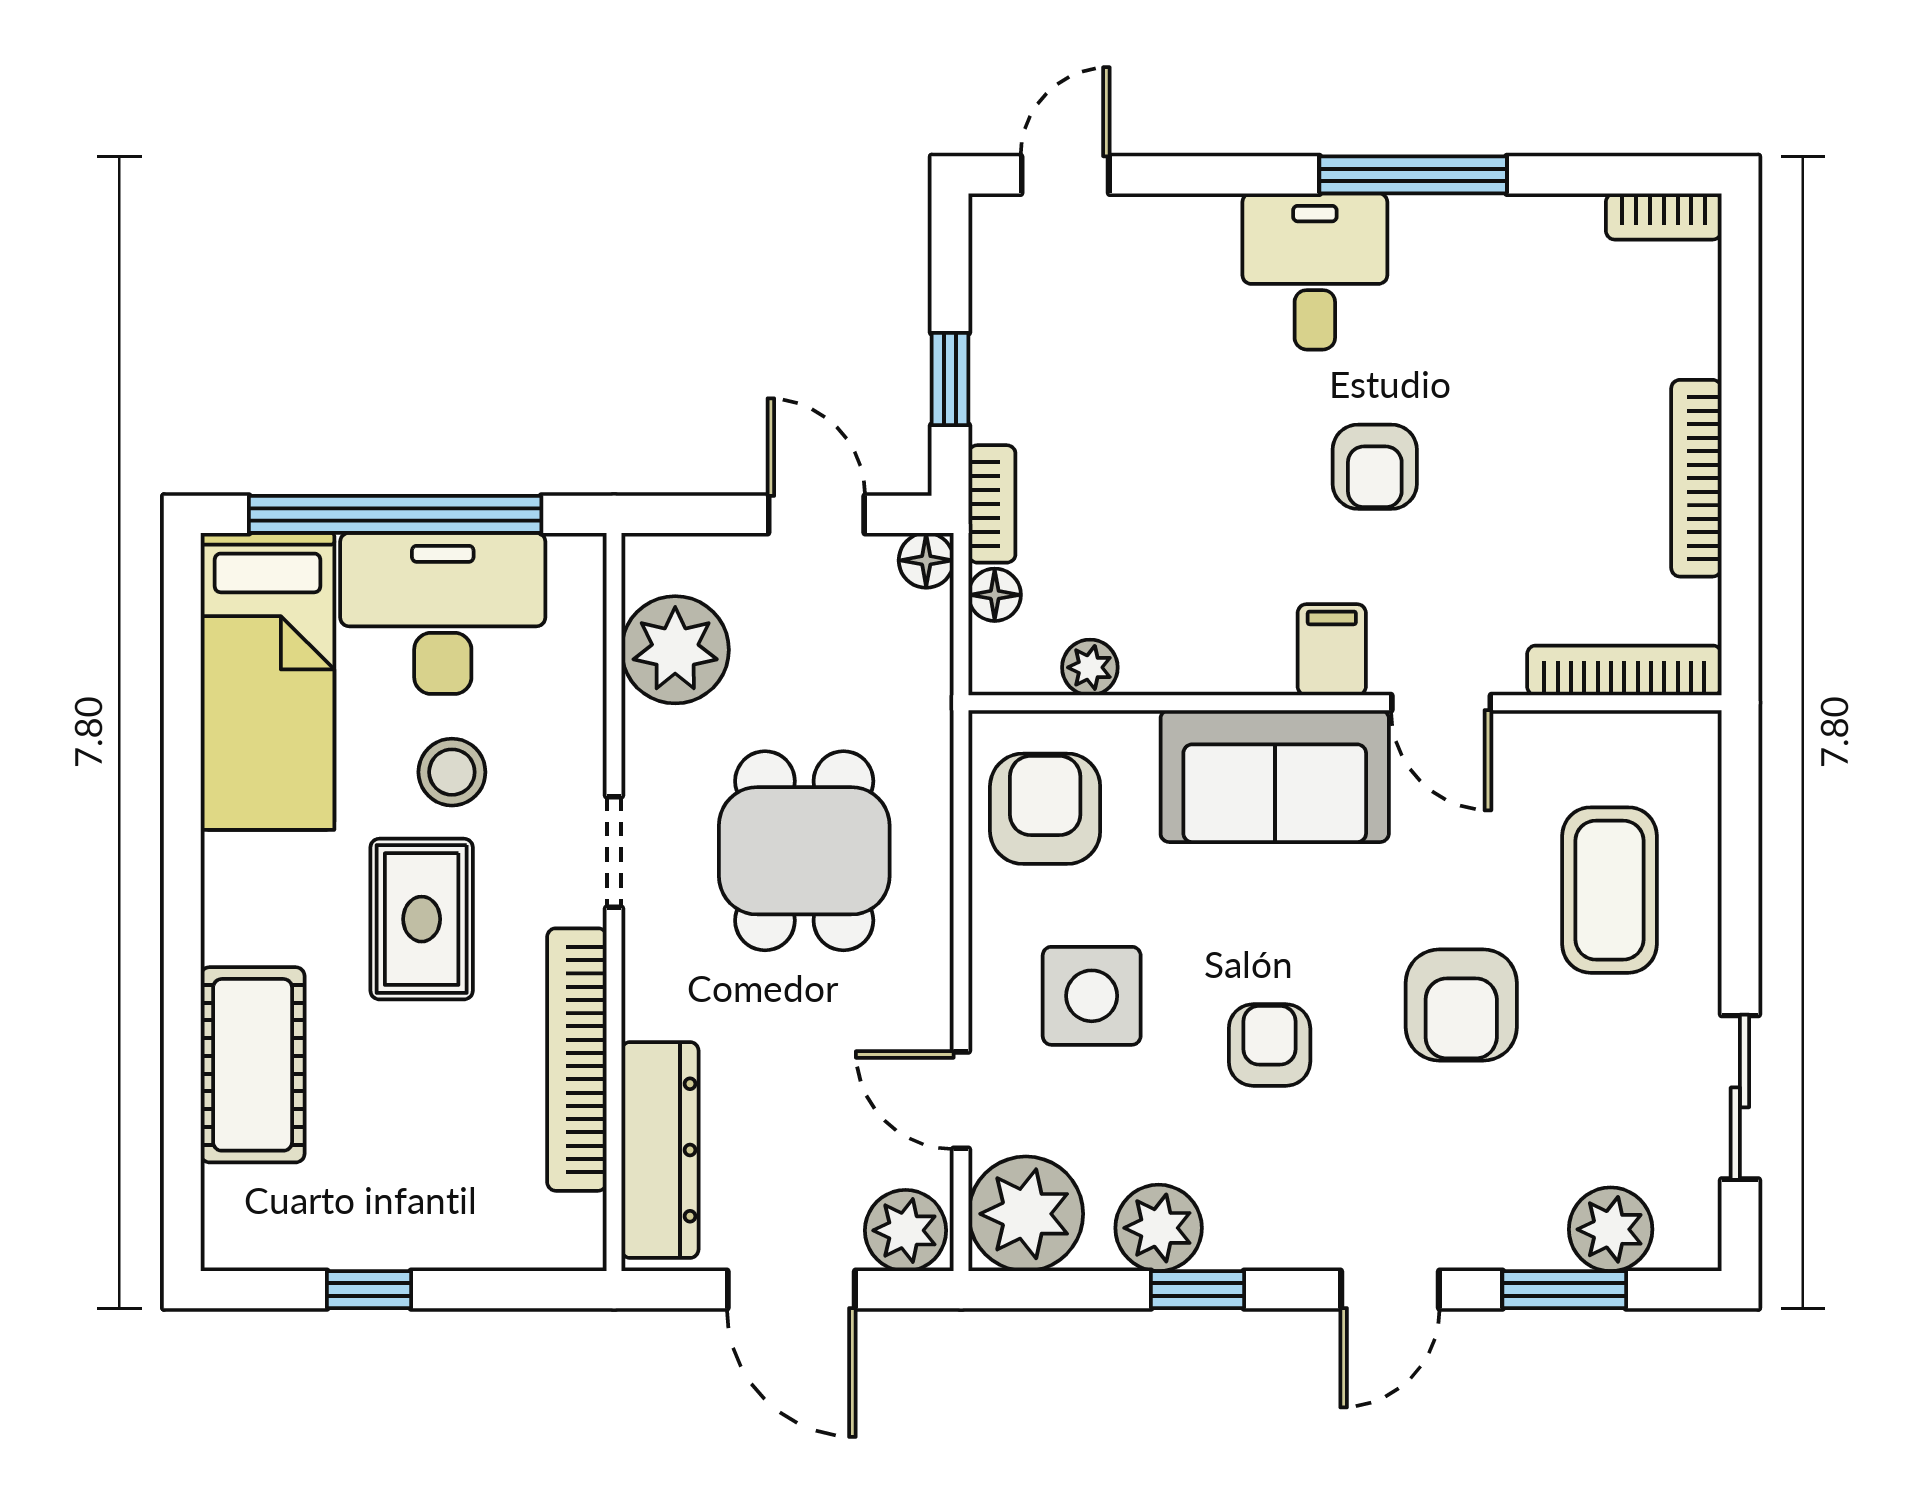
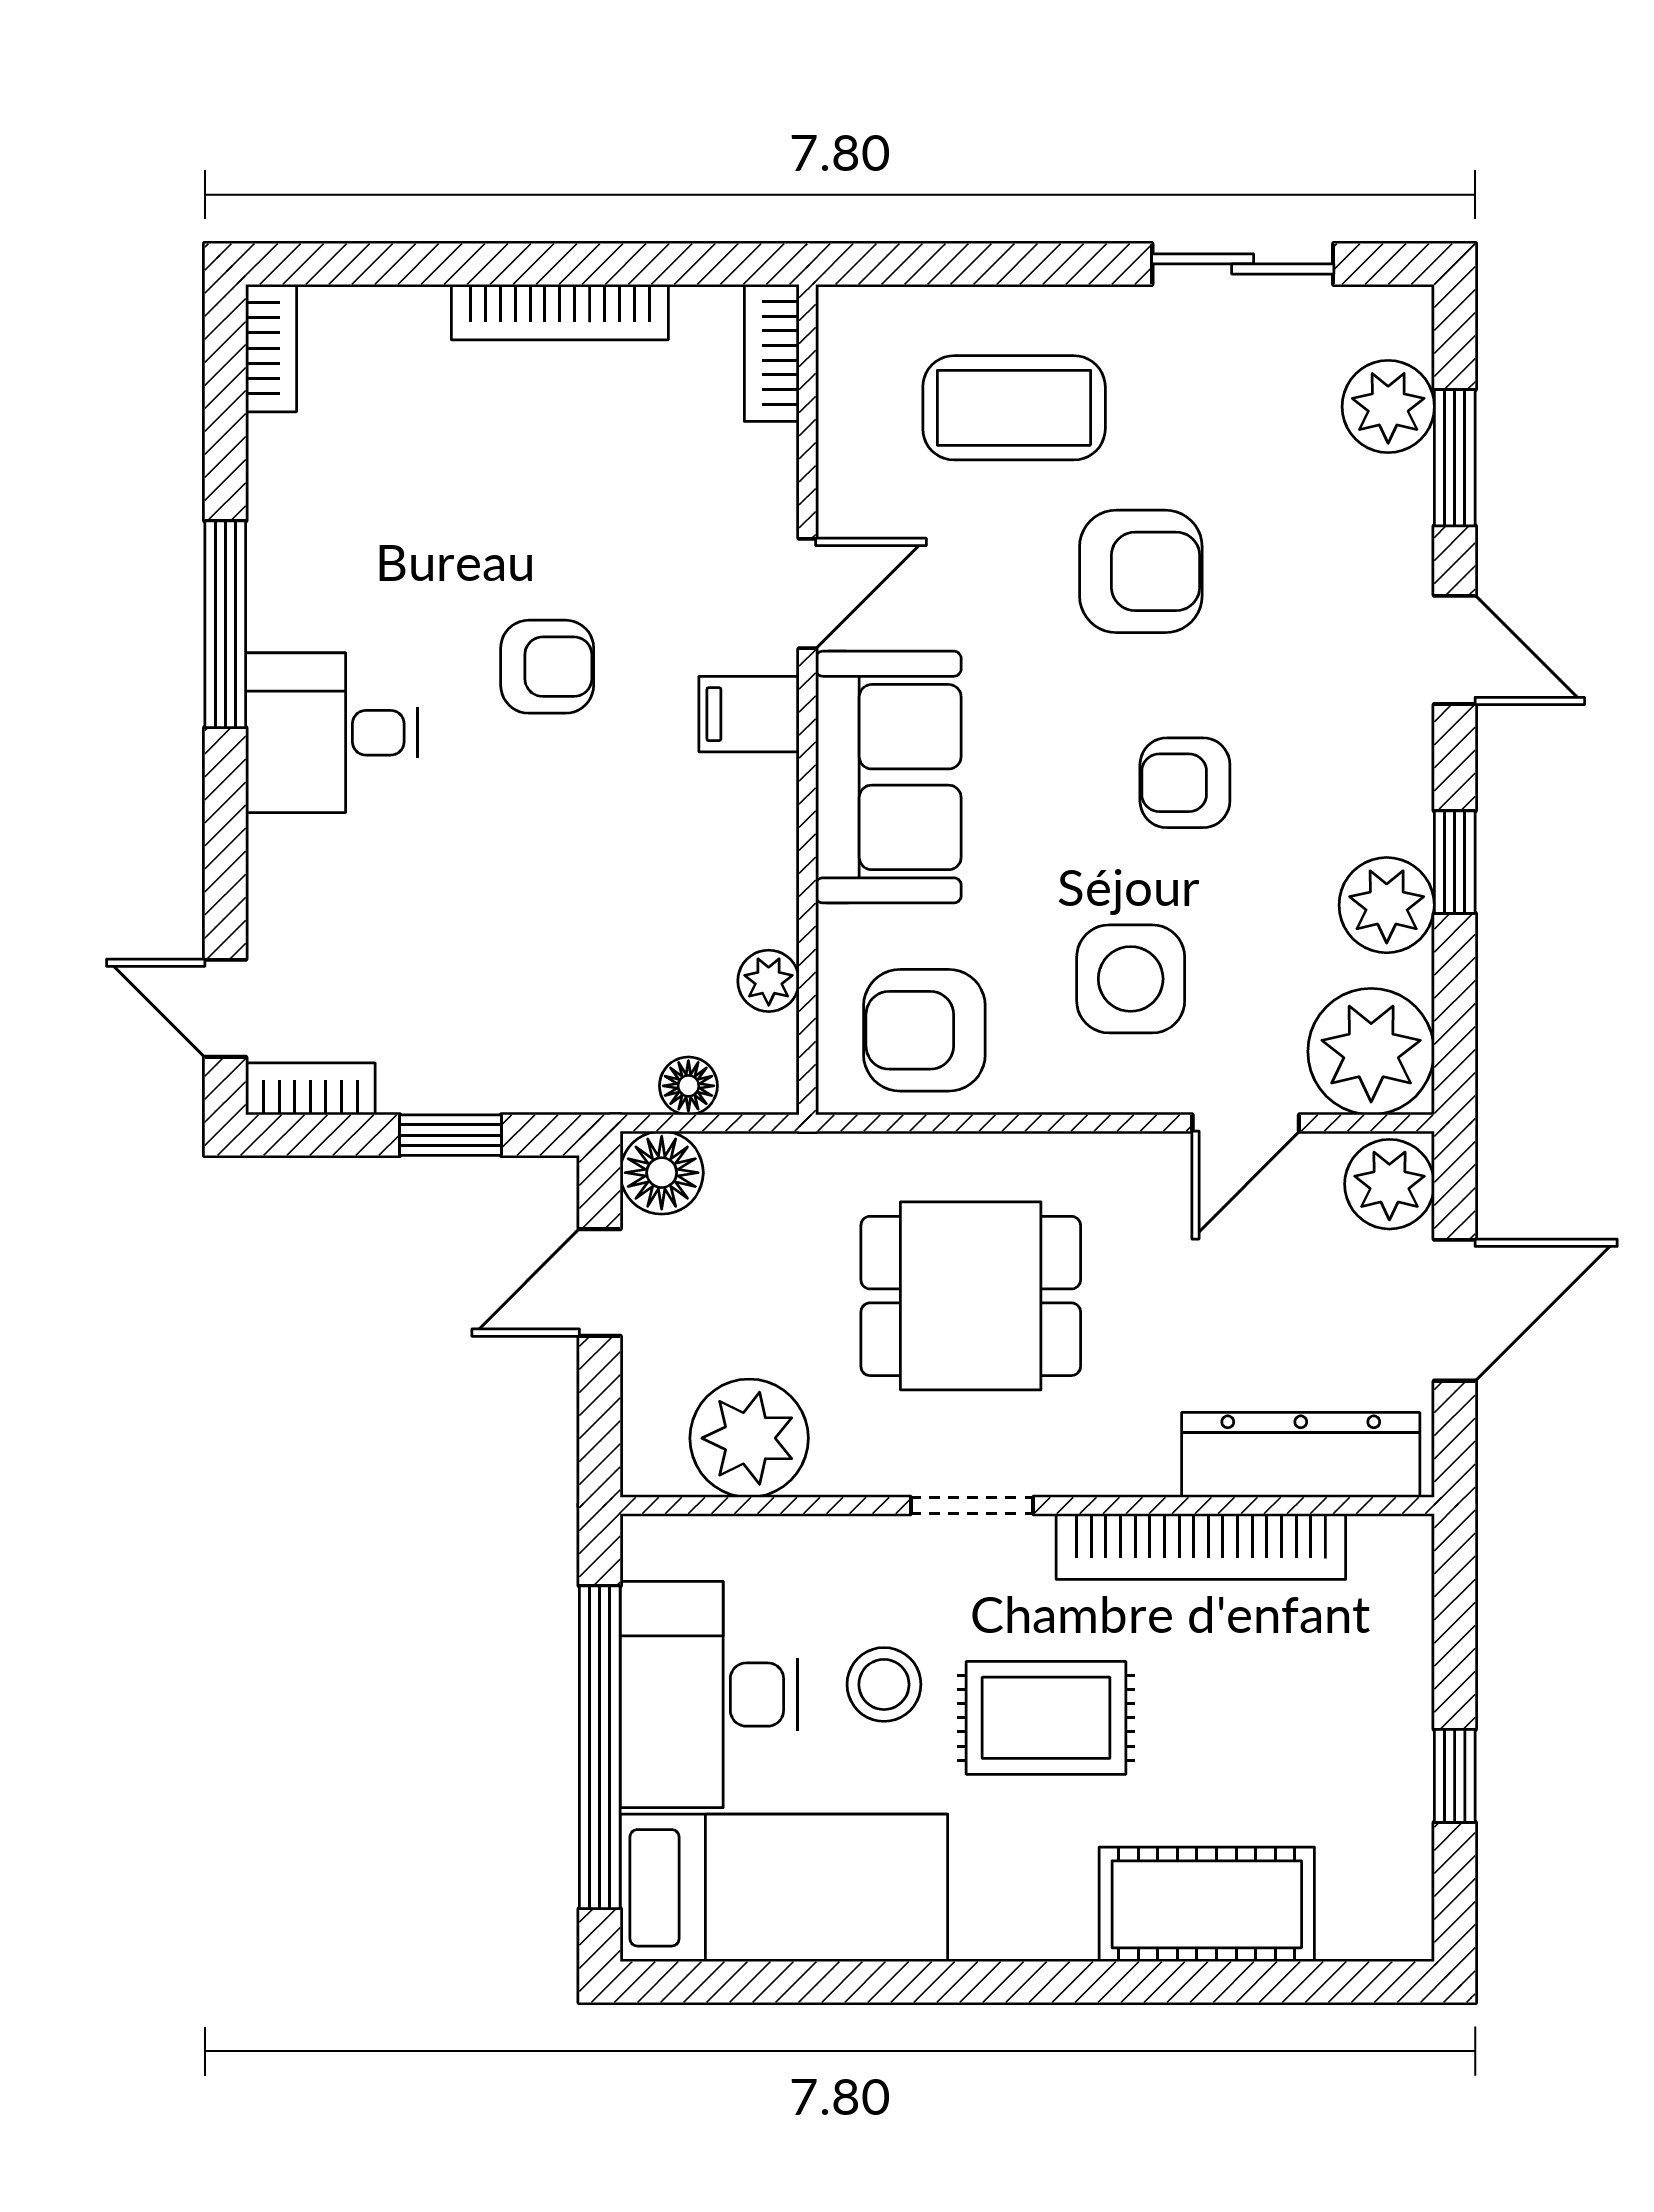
bookcase: (992, 504) -> (310, 1089), moved
floor lamp: (926, 560) -> (662, 1173), width x1.37, depth x1.37
bookcase: (1624, 670) -> (772, 353), width x0.64

